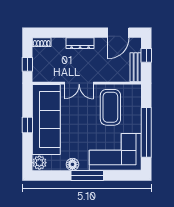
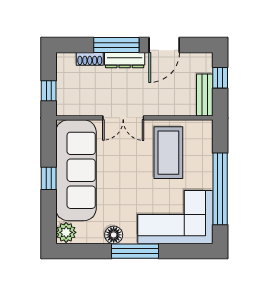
window: (74, 33) -> (116, 45), added
door: (118, 33) -> (164, 45), moved
shoe rack: (42, 42) -> (90, 59), moved

